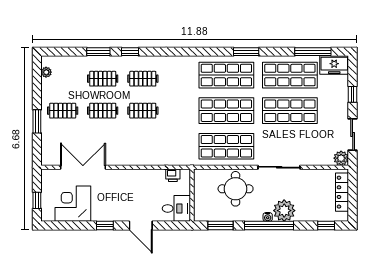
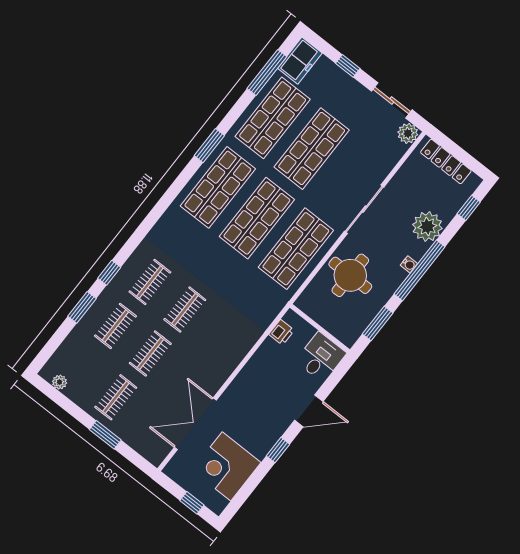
plant: (284, 211) -> (427, 227), moved

